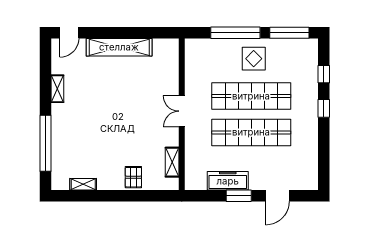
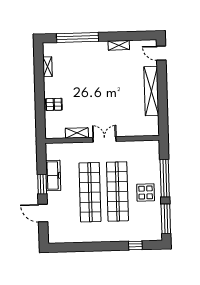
window: (324, 108) -> (110, 246), removed
shelving: (172, 162) -> (77, 133), moved

